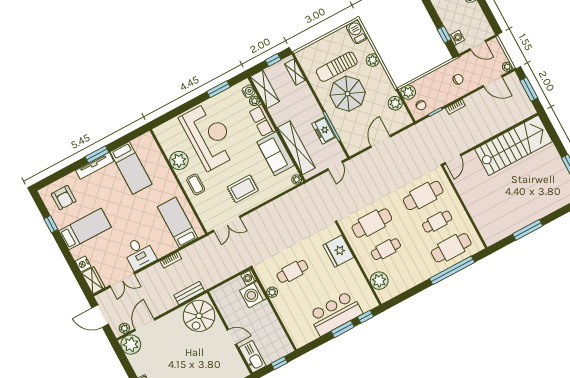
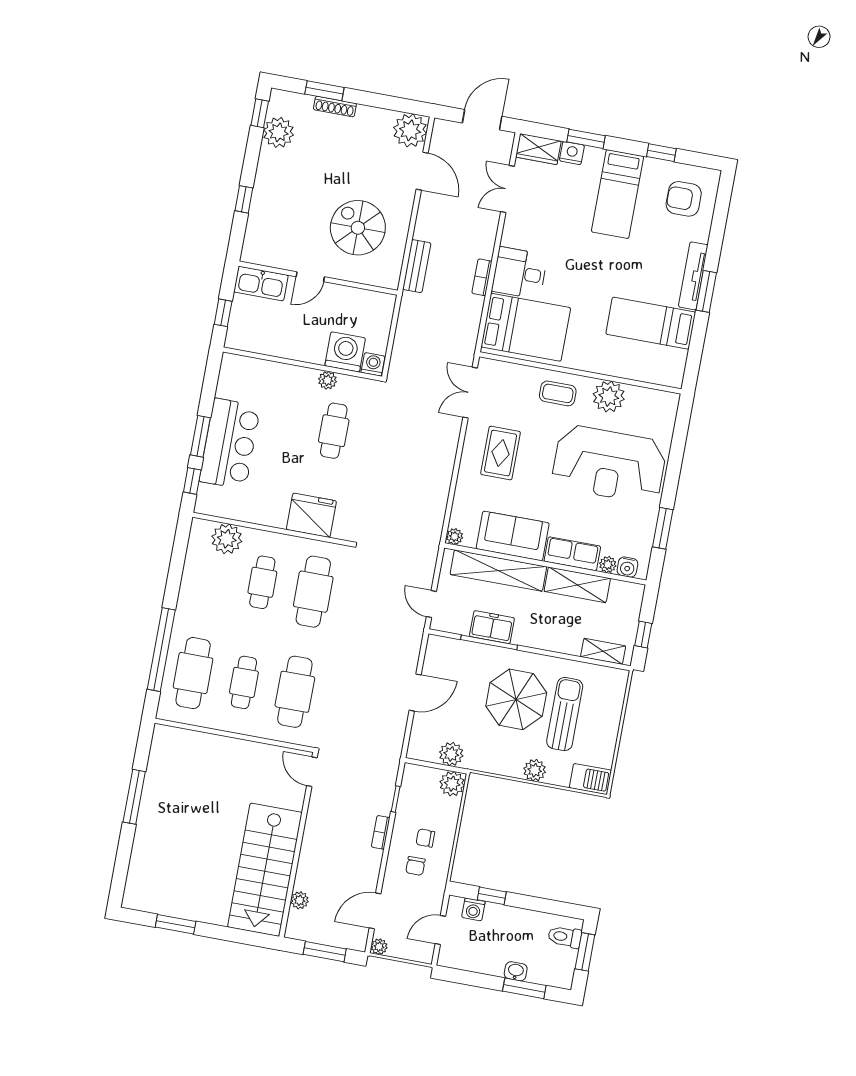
shelving: (265, 89) -> (577, 585), moved
chair: (421, 105) -> (425, 838), moved
door: (381, 141) -> (415, 692), hinge flipped
bed: (178, 222) -> (526, 327), width x1.50
desk: (139, 253) -> (520, 273), moved
window: (72, 263) -> (586, 139), added
spiral stairs: (199, 316) -> (358, 228), moved
plant: (124, 328) -> (300, 900), moved

